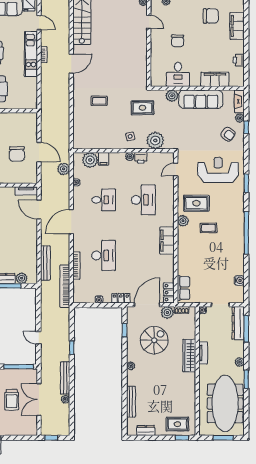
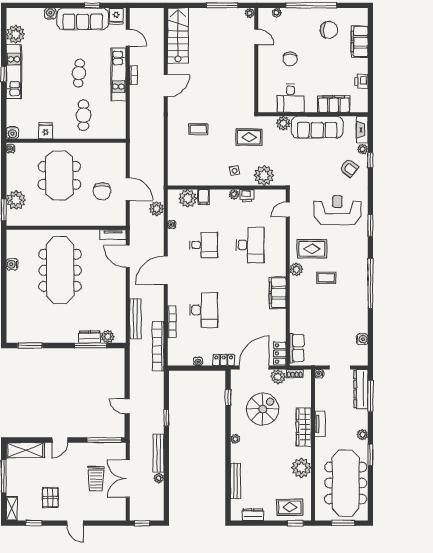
plant: (187, 390) -> (301, 468), added

